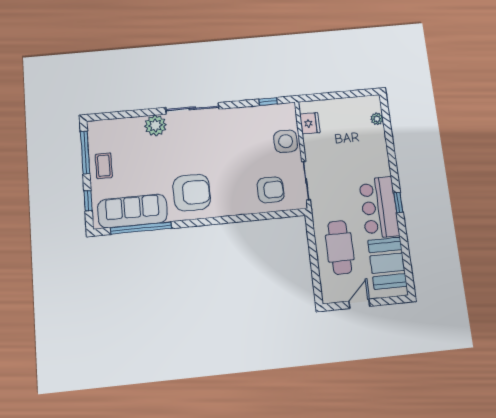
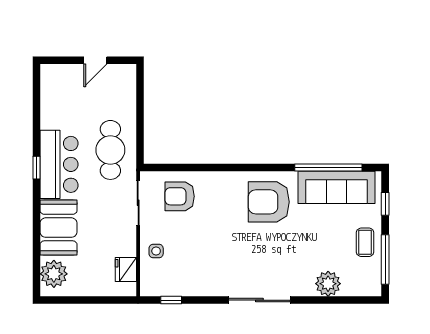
plant: (377, 119) -> (54, 274), width x1.88, depth x1.88
plant: (155, 125) -> (328, 284), moved
side table: (286, 141) -> (156, 251), width x0.54, depth x0.54
cafe table: (340, 247) -> (110, 150), moved
booth: (387, 263) -> (59, 228), moved

